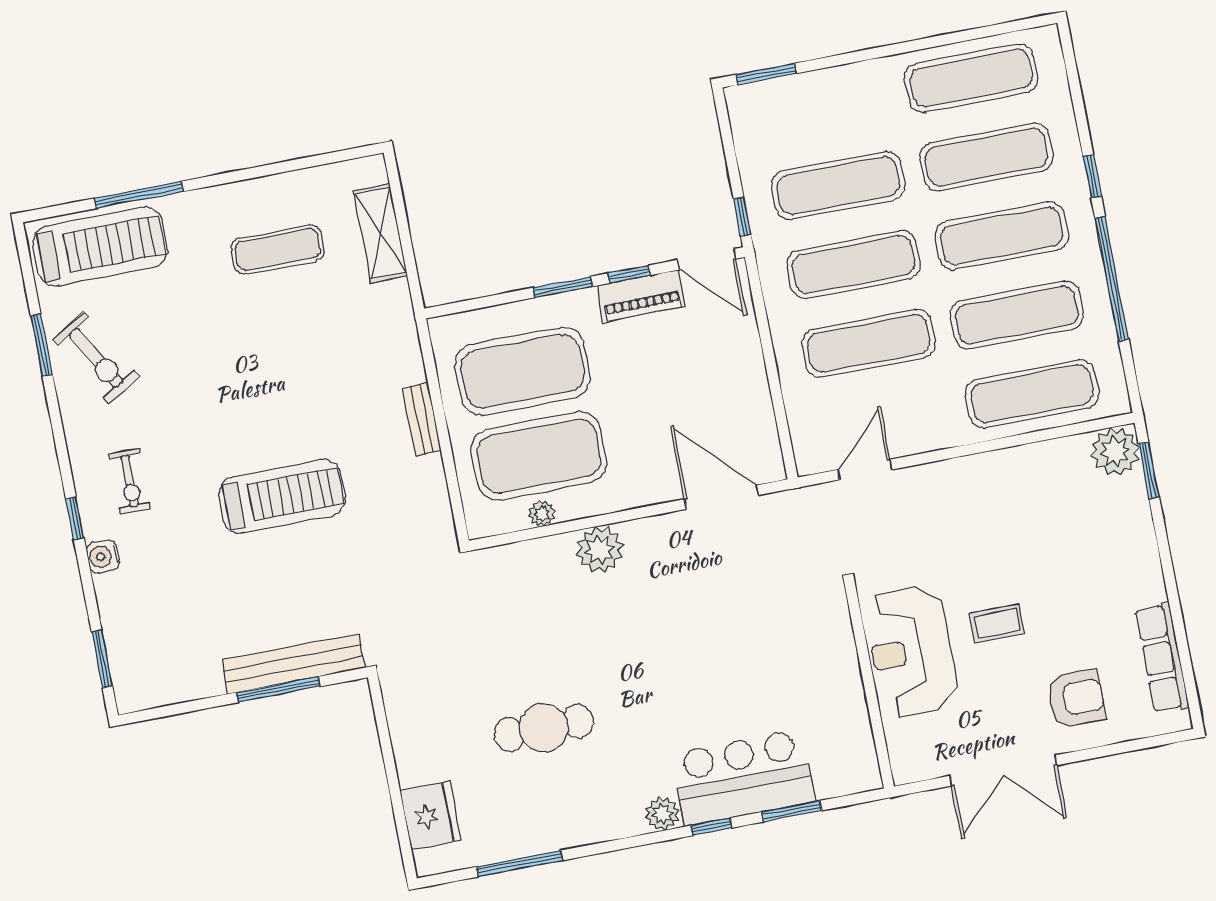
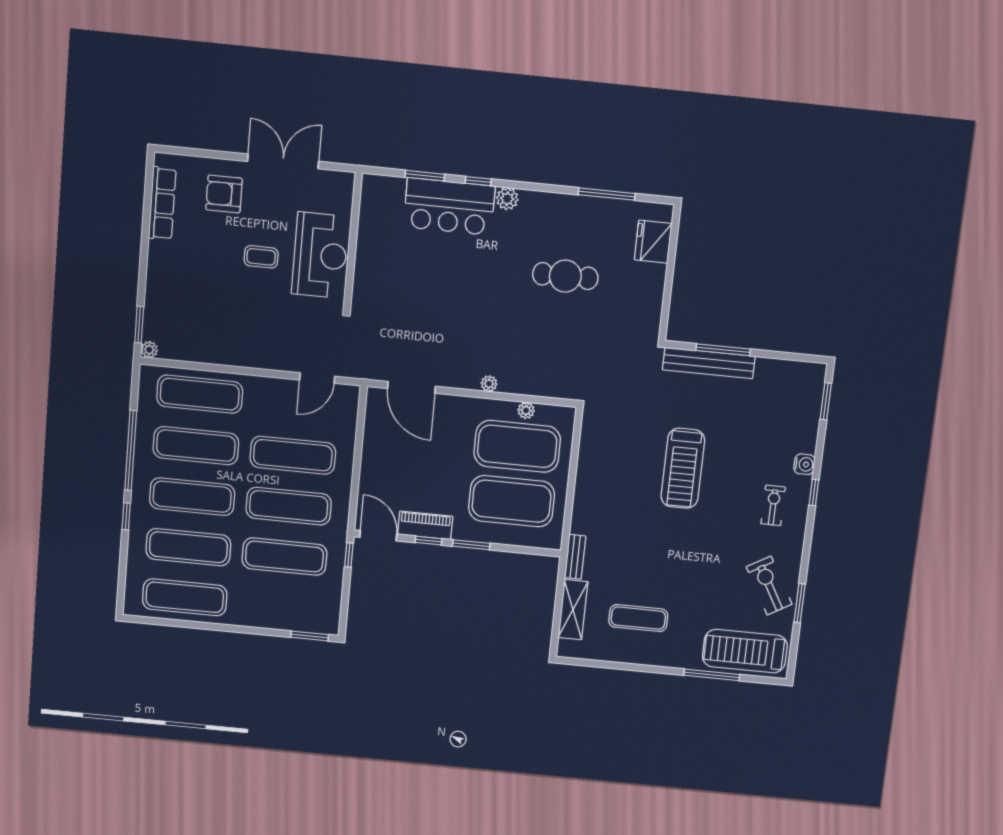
bench: (422, 419) -> (575, 557), moved
plant: (1115, 451) -> (149, 350), width x0.53, depth x0.53
treadmill: (282, 496) -> (683, 468), turned -90
plant: (600, 550) -> (489, 384), width x0.53, depth x0.53

